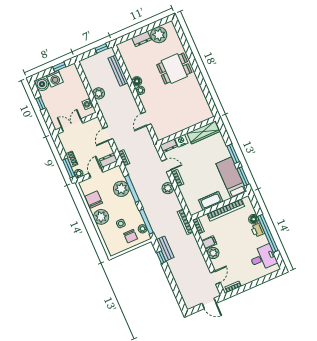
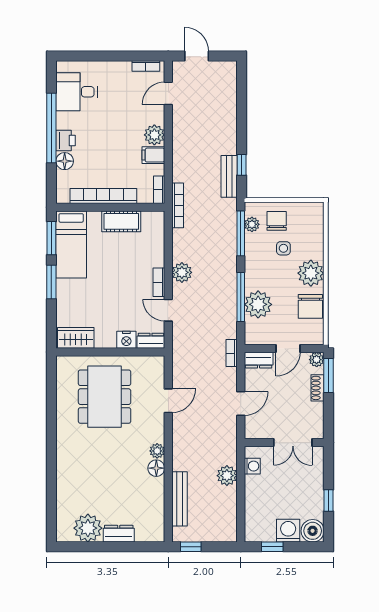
dining table: (174, 69) -> (105, 397), moved, width x1.38
wardrobe: (203, 132) -> (76, 338), width x0.67

